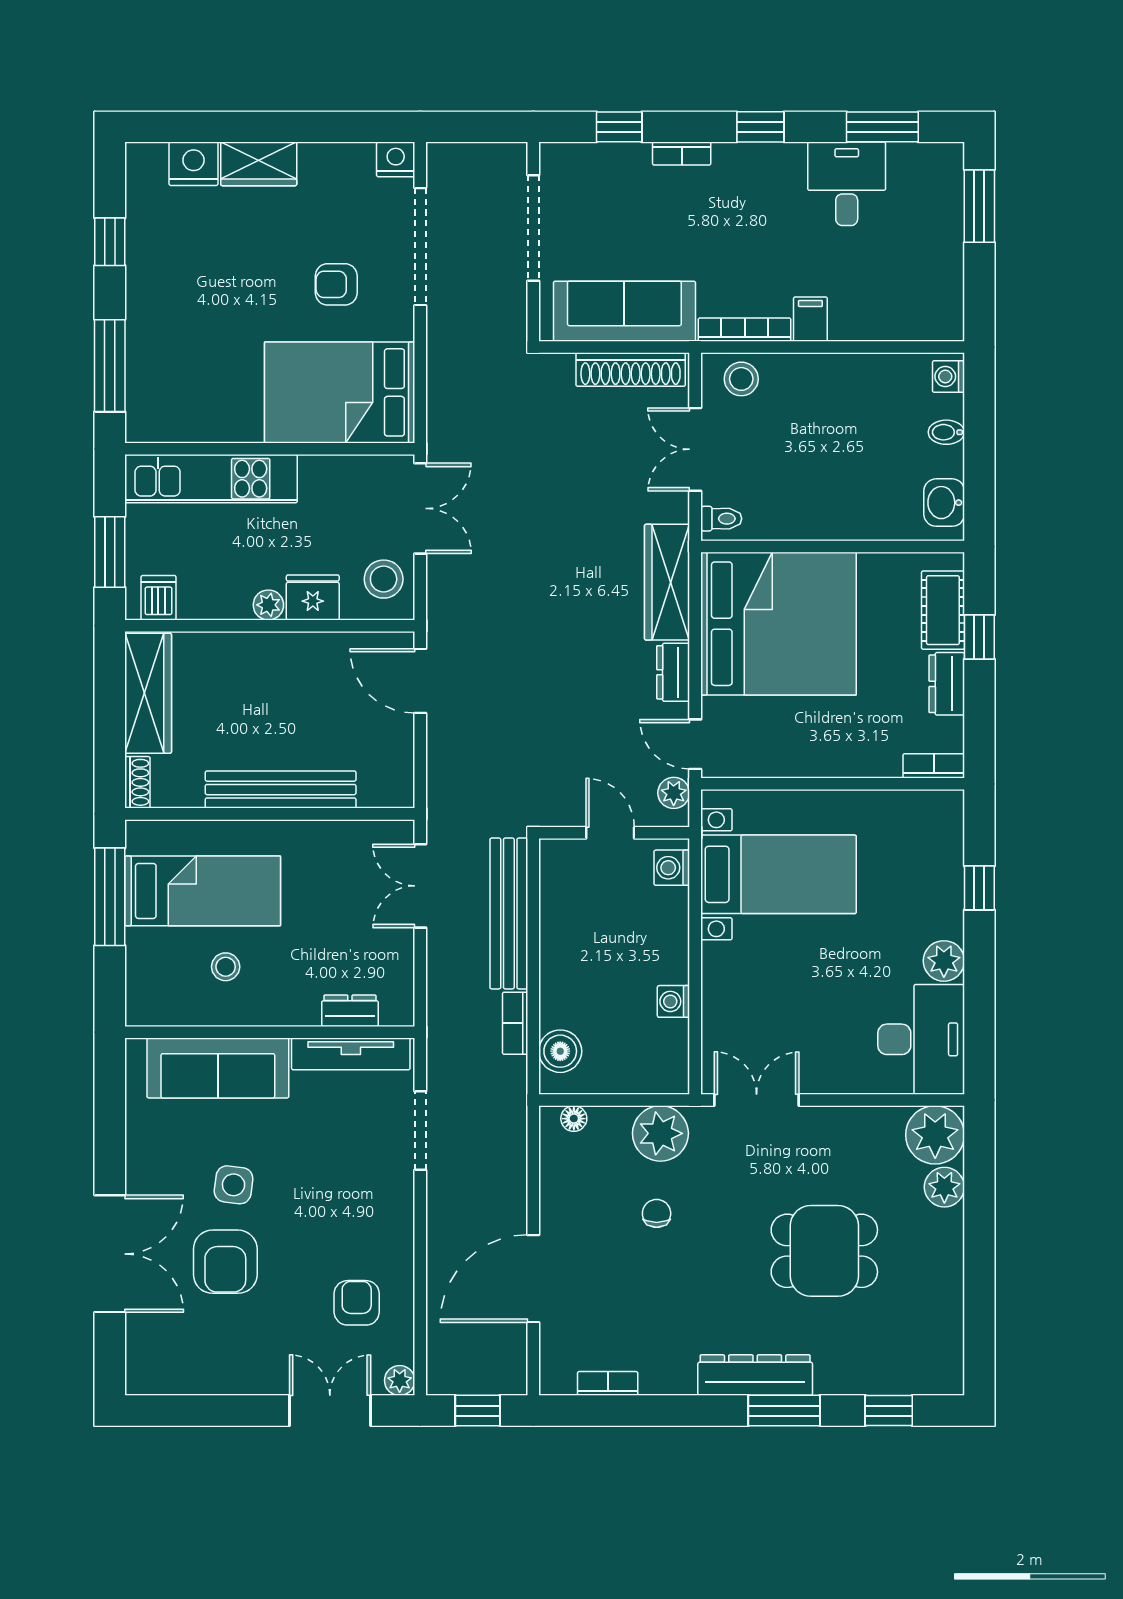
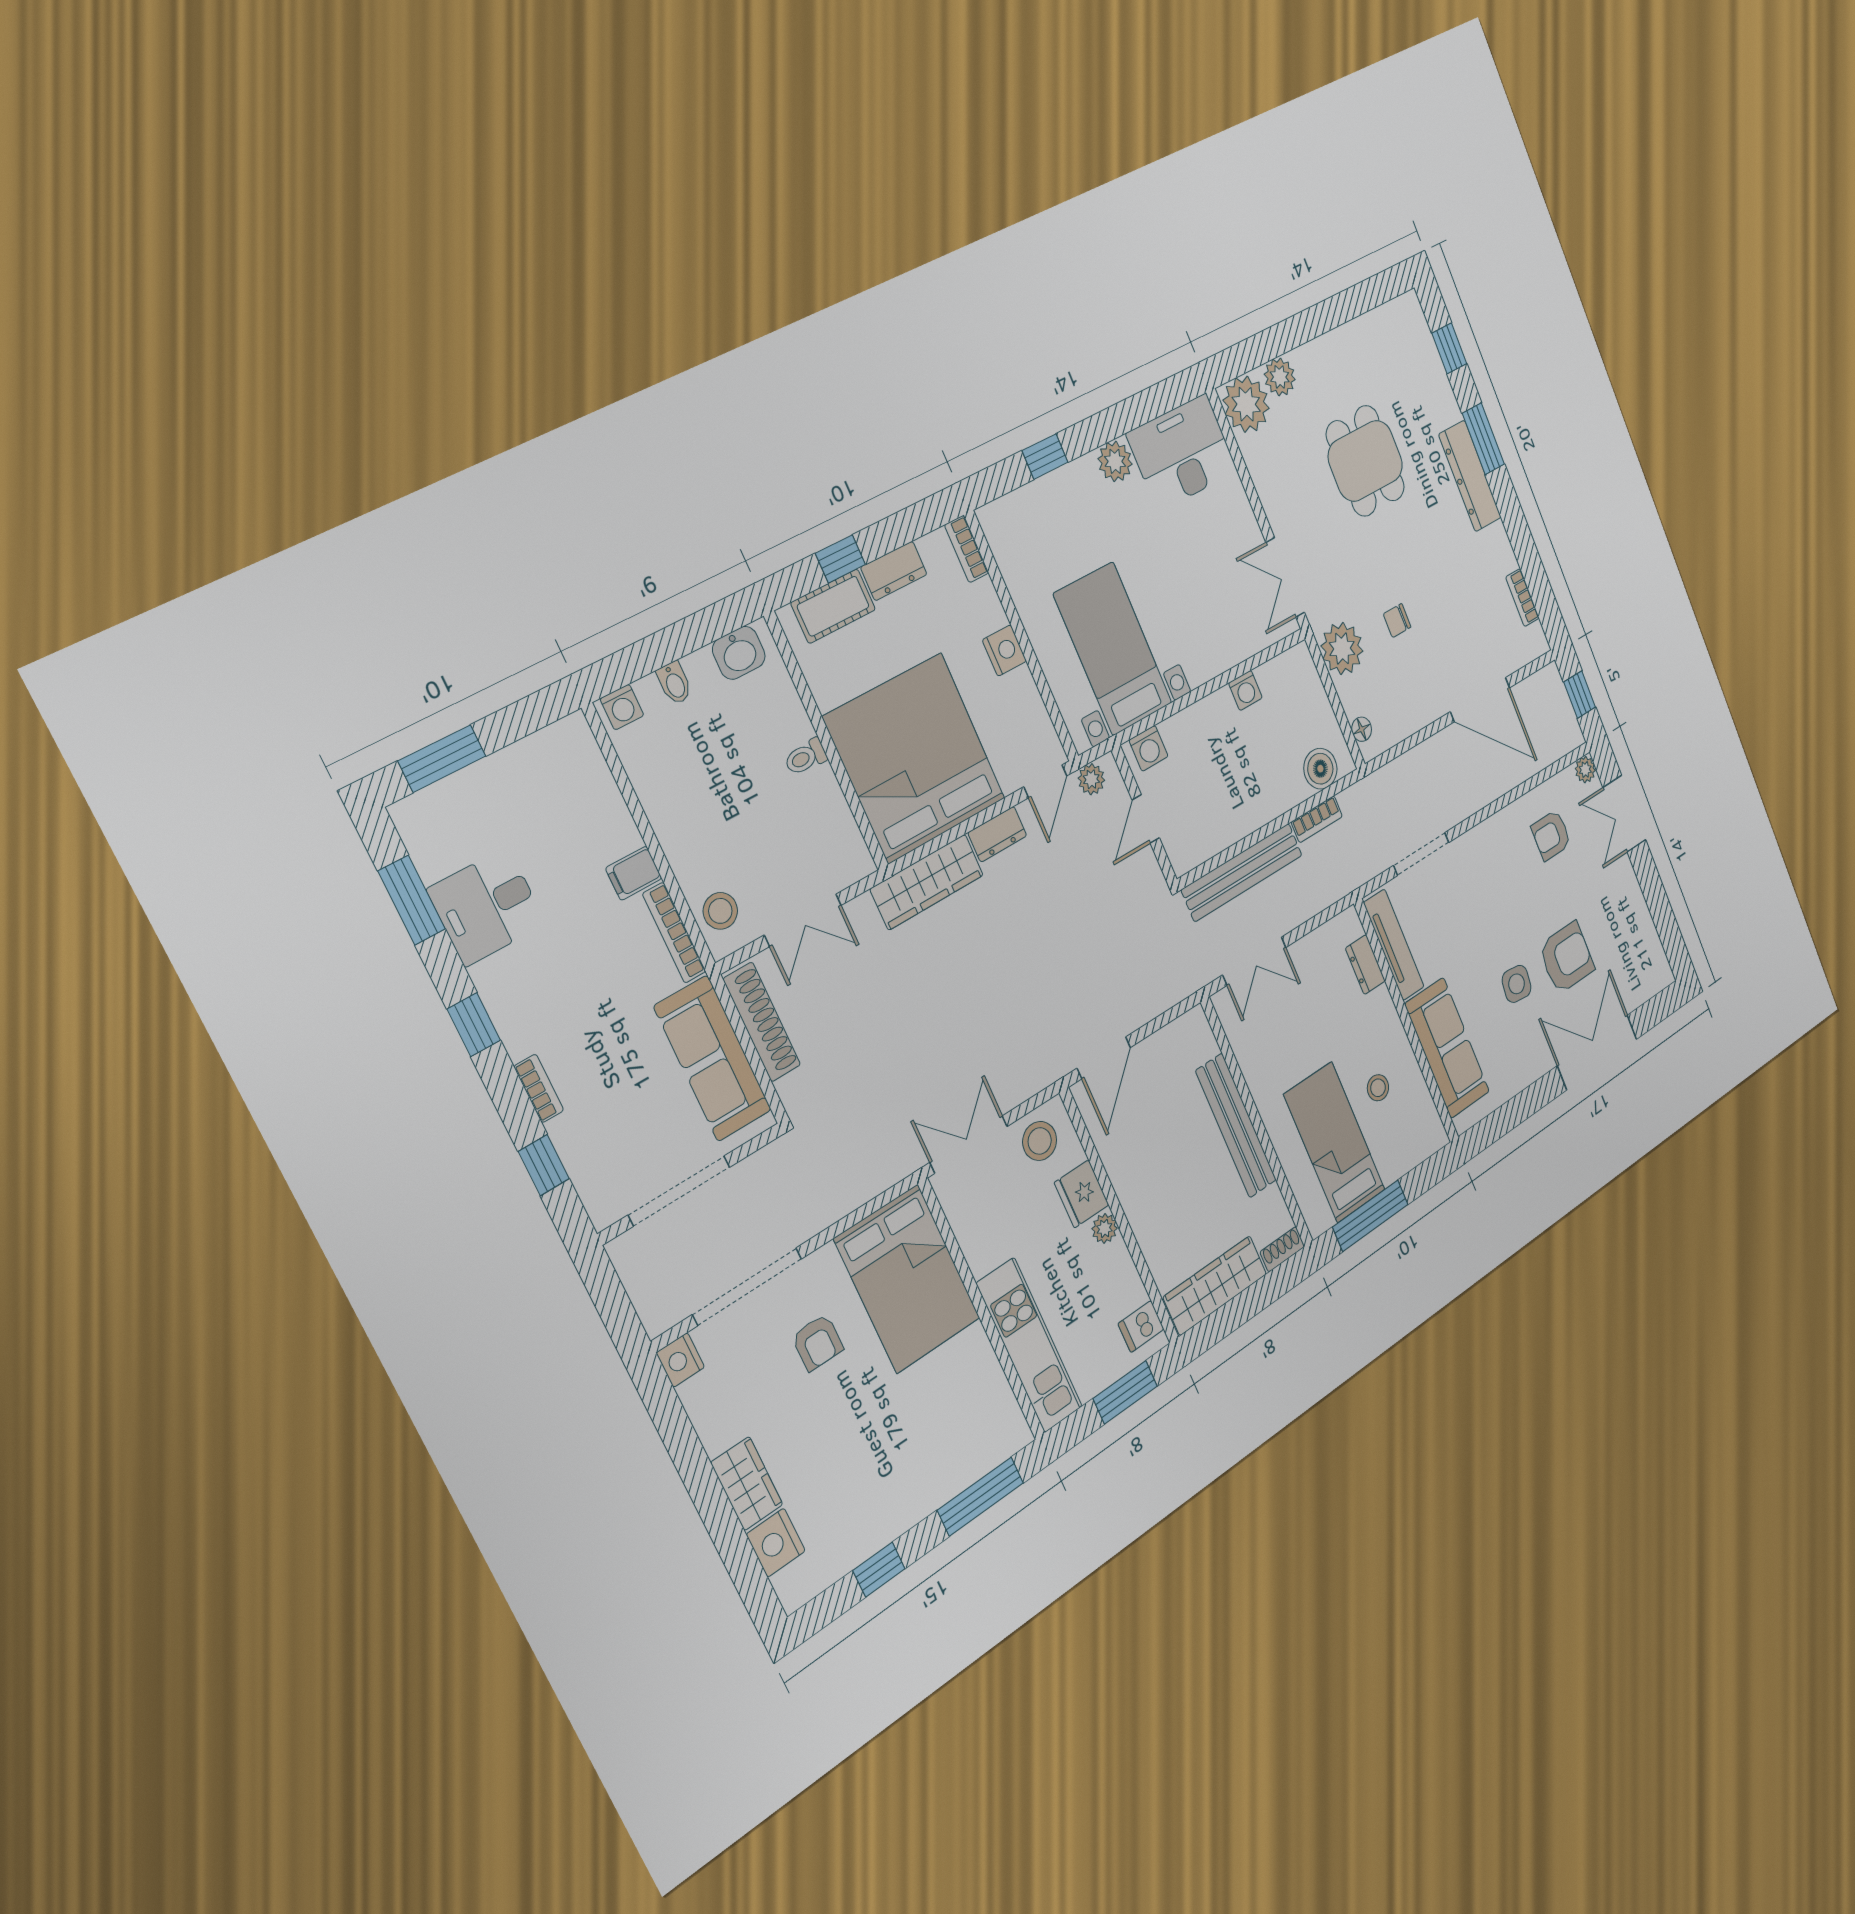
toilet: (721, 519) -> (806, 757), moved, turned -90
nightstand: (829, 760) -> (1004, 651), added

